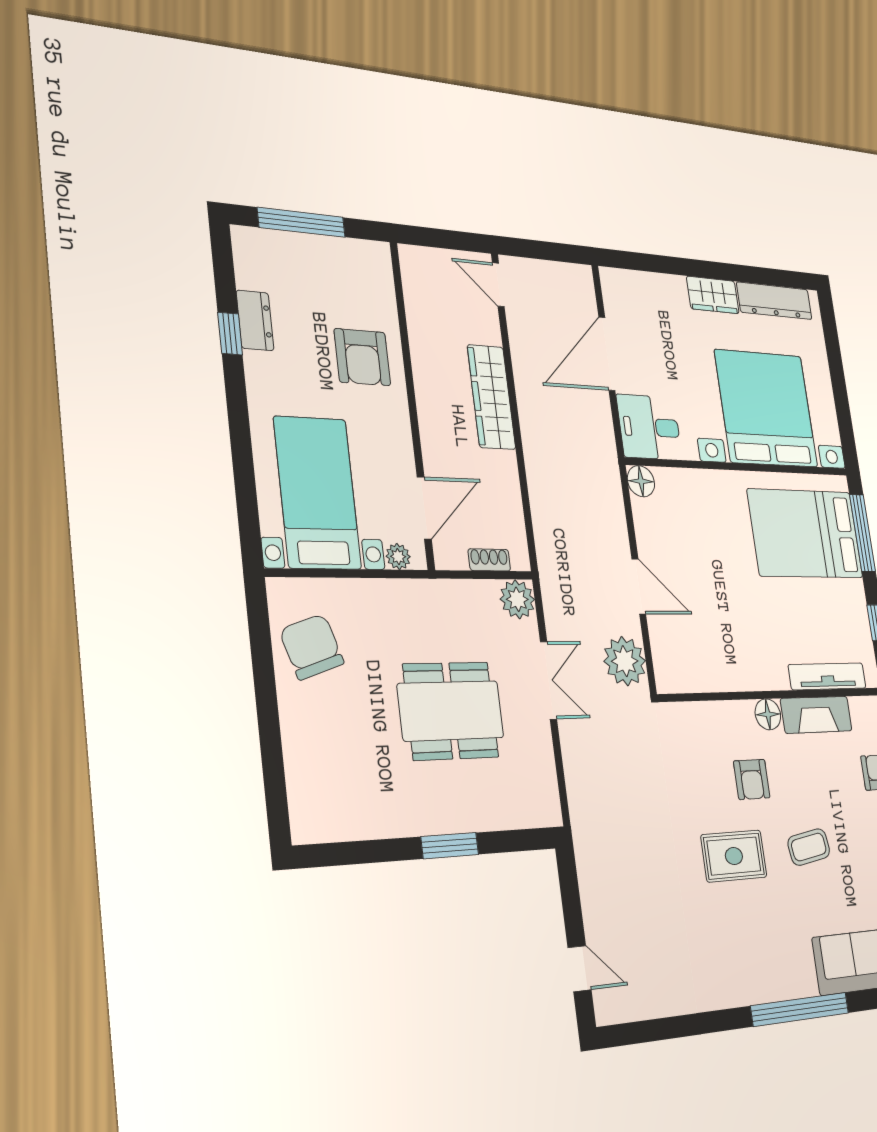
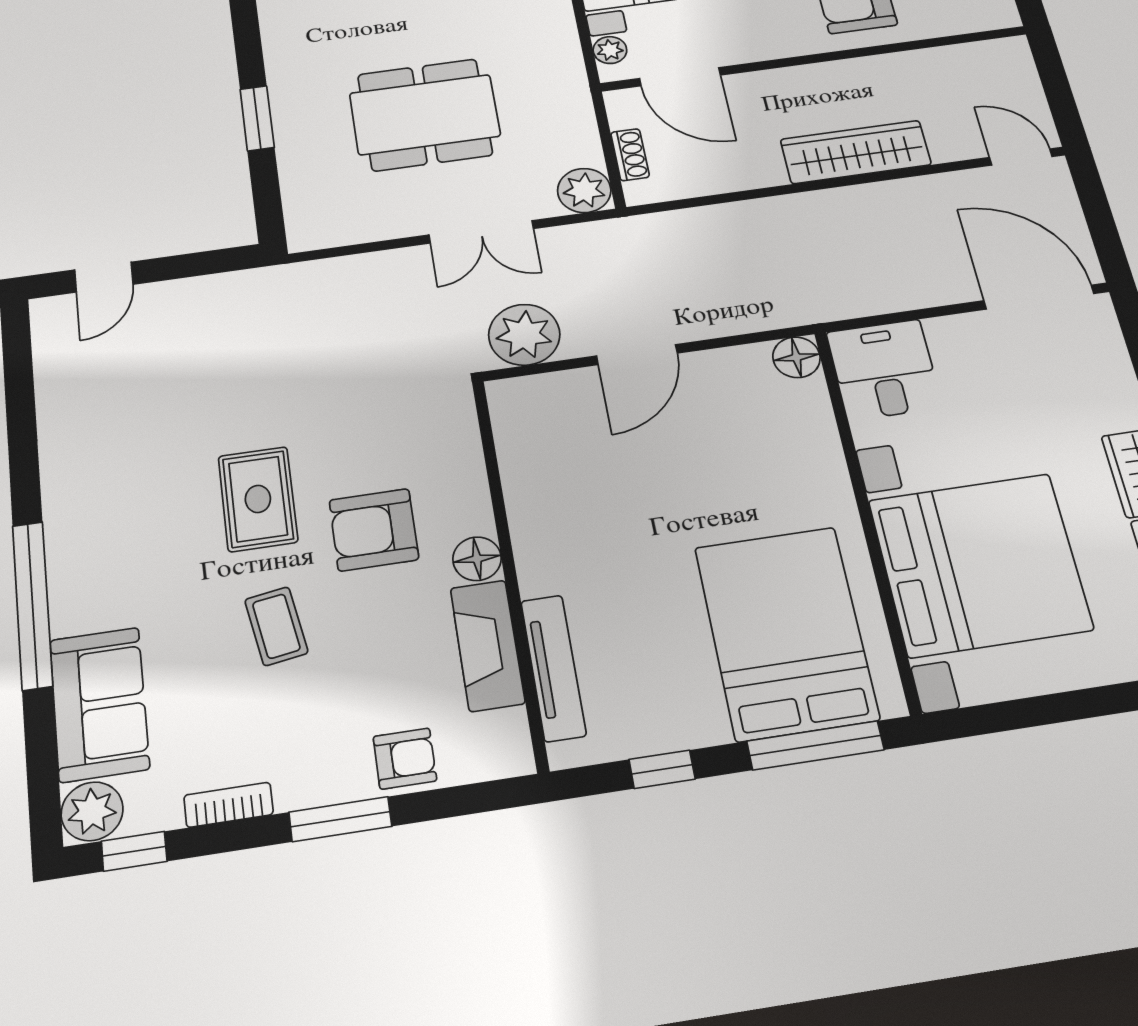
door: (498, 285) -> (1021, 157), hinge flipped
door: (607, 354) -> (1039, 297), moved
dining table: (451, 711) -> (425, 115), turned 90
armchair: (752, 779) -> (374, 530), width x1.38, depth x1.38

